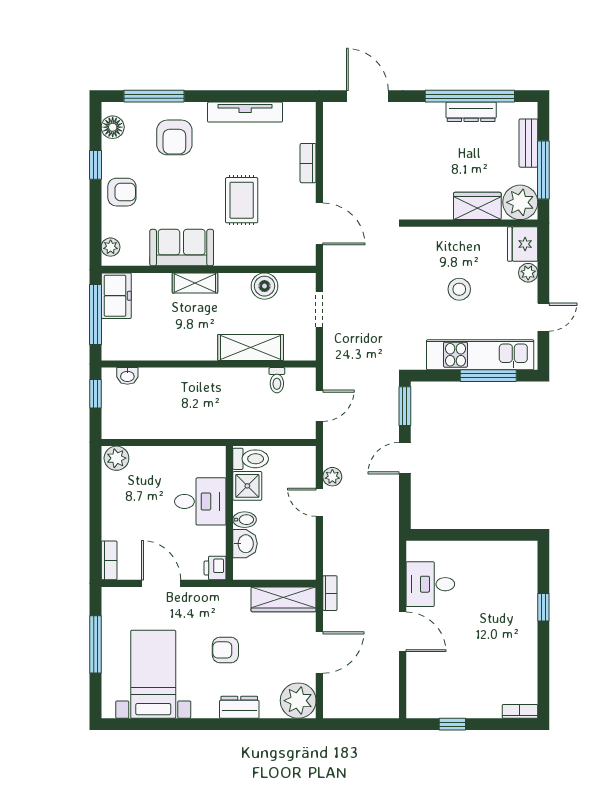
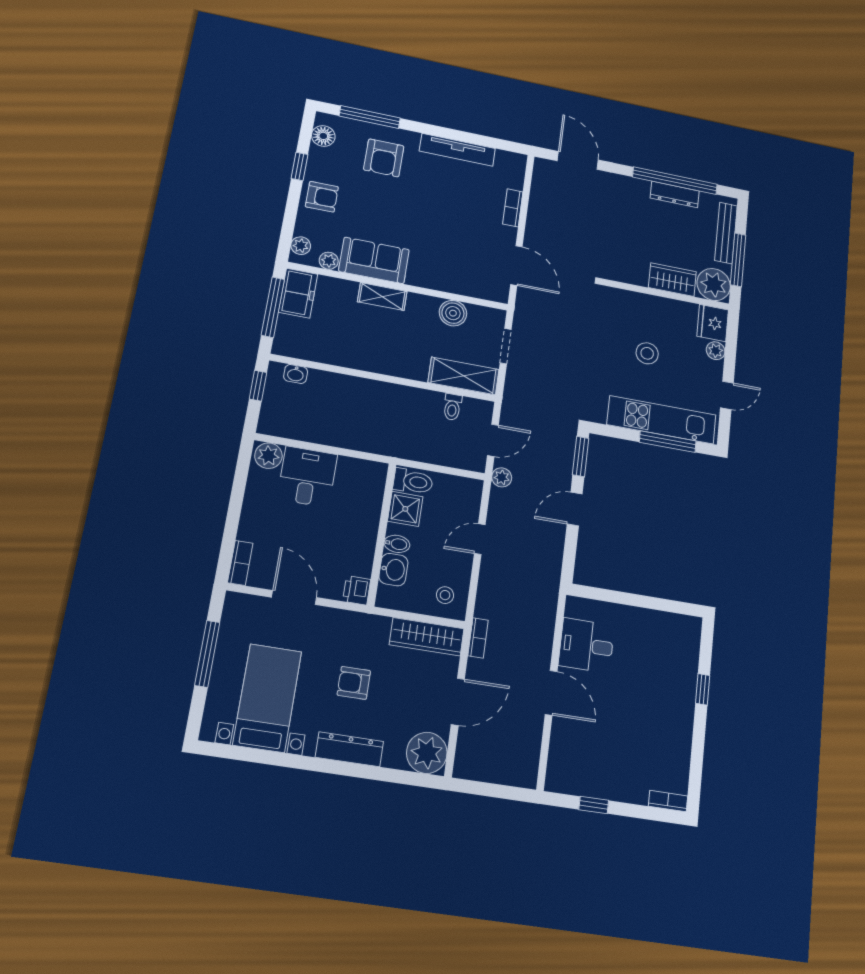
bench: (528, 143) -> (726, 233), width x1.36
rug: (242, 200) -> (442, 228), removed
plant: (139, 257) -> (329, 261), added
shelving: (251, 347) -> (464, 376), moved
plant: (332, 477) -> (502, 477), moved
desk: (200, 501) -> (307, 477), moved, turned -90
door: (319, 502) -> (480, 539), hinge flipped
stool: (295, 559) -> (445, 595), added
dresser: (239, 707) -> (349, 749), width x1.44

